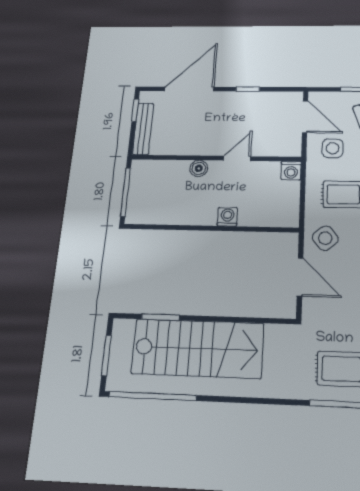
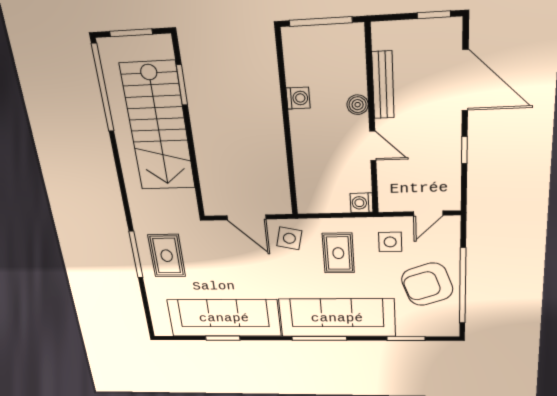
door: (305, 117) -> (428, 213), width x0.73
bench: (143, 129) -> (383, 85), moved, turned 90
washing machine: (227, 217) -> (298, 98), moved
side table: (325, 238) -> (289, 238), turned -37
door: (300, 277) -> (246, 217), hinge flipped

